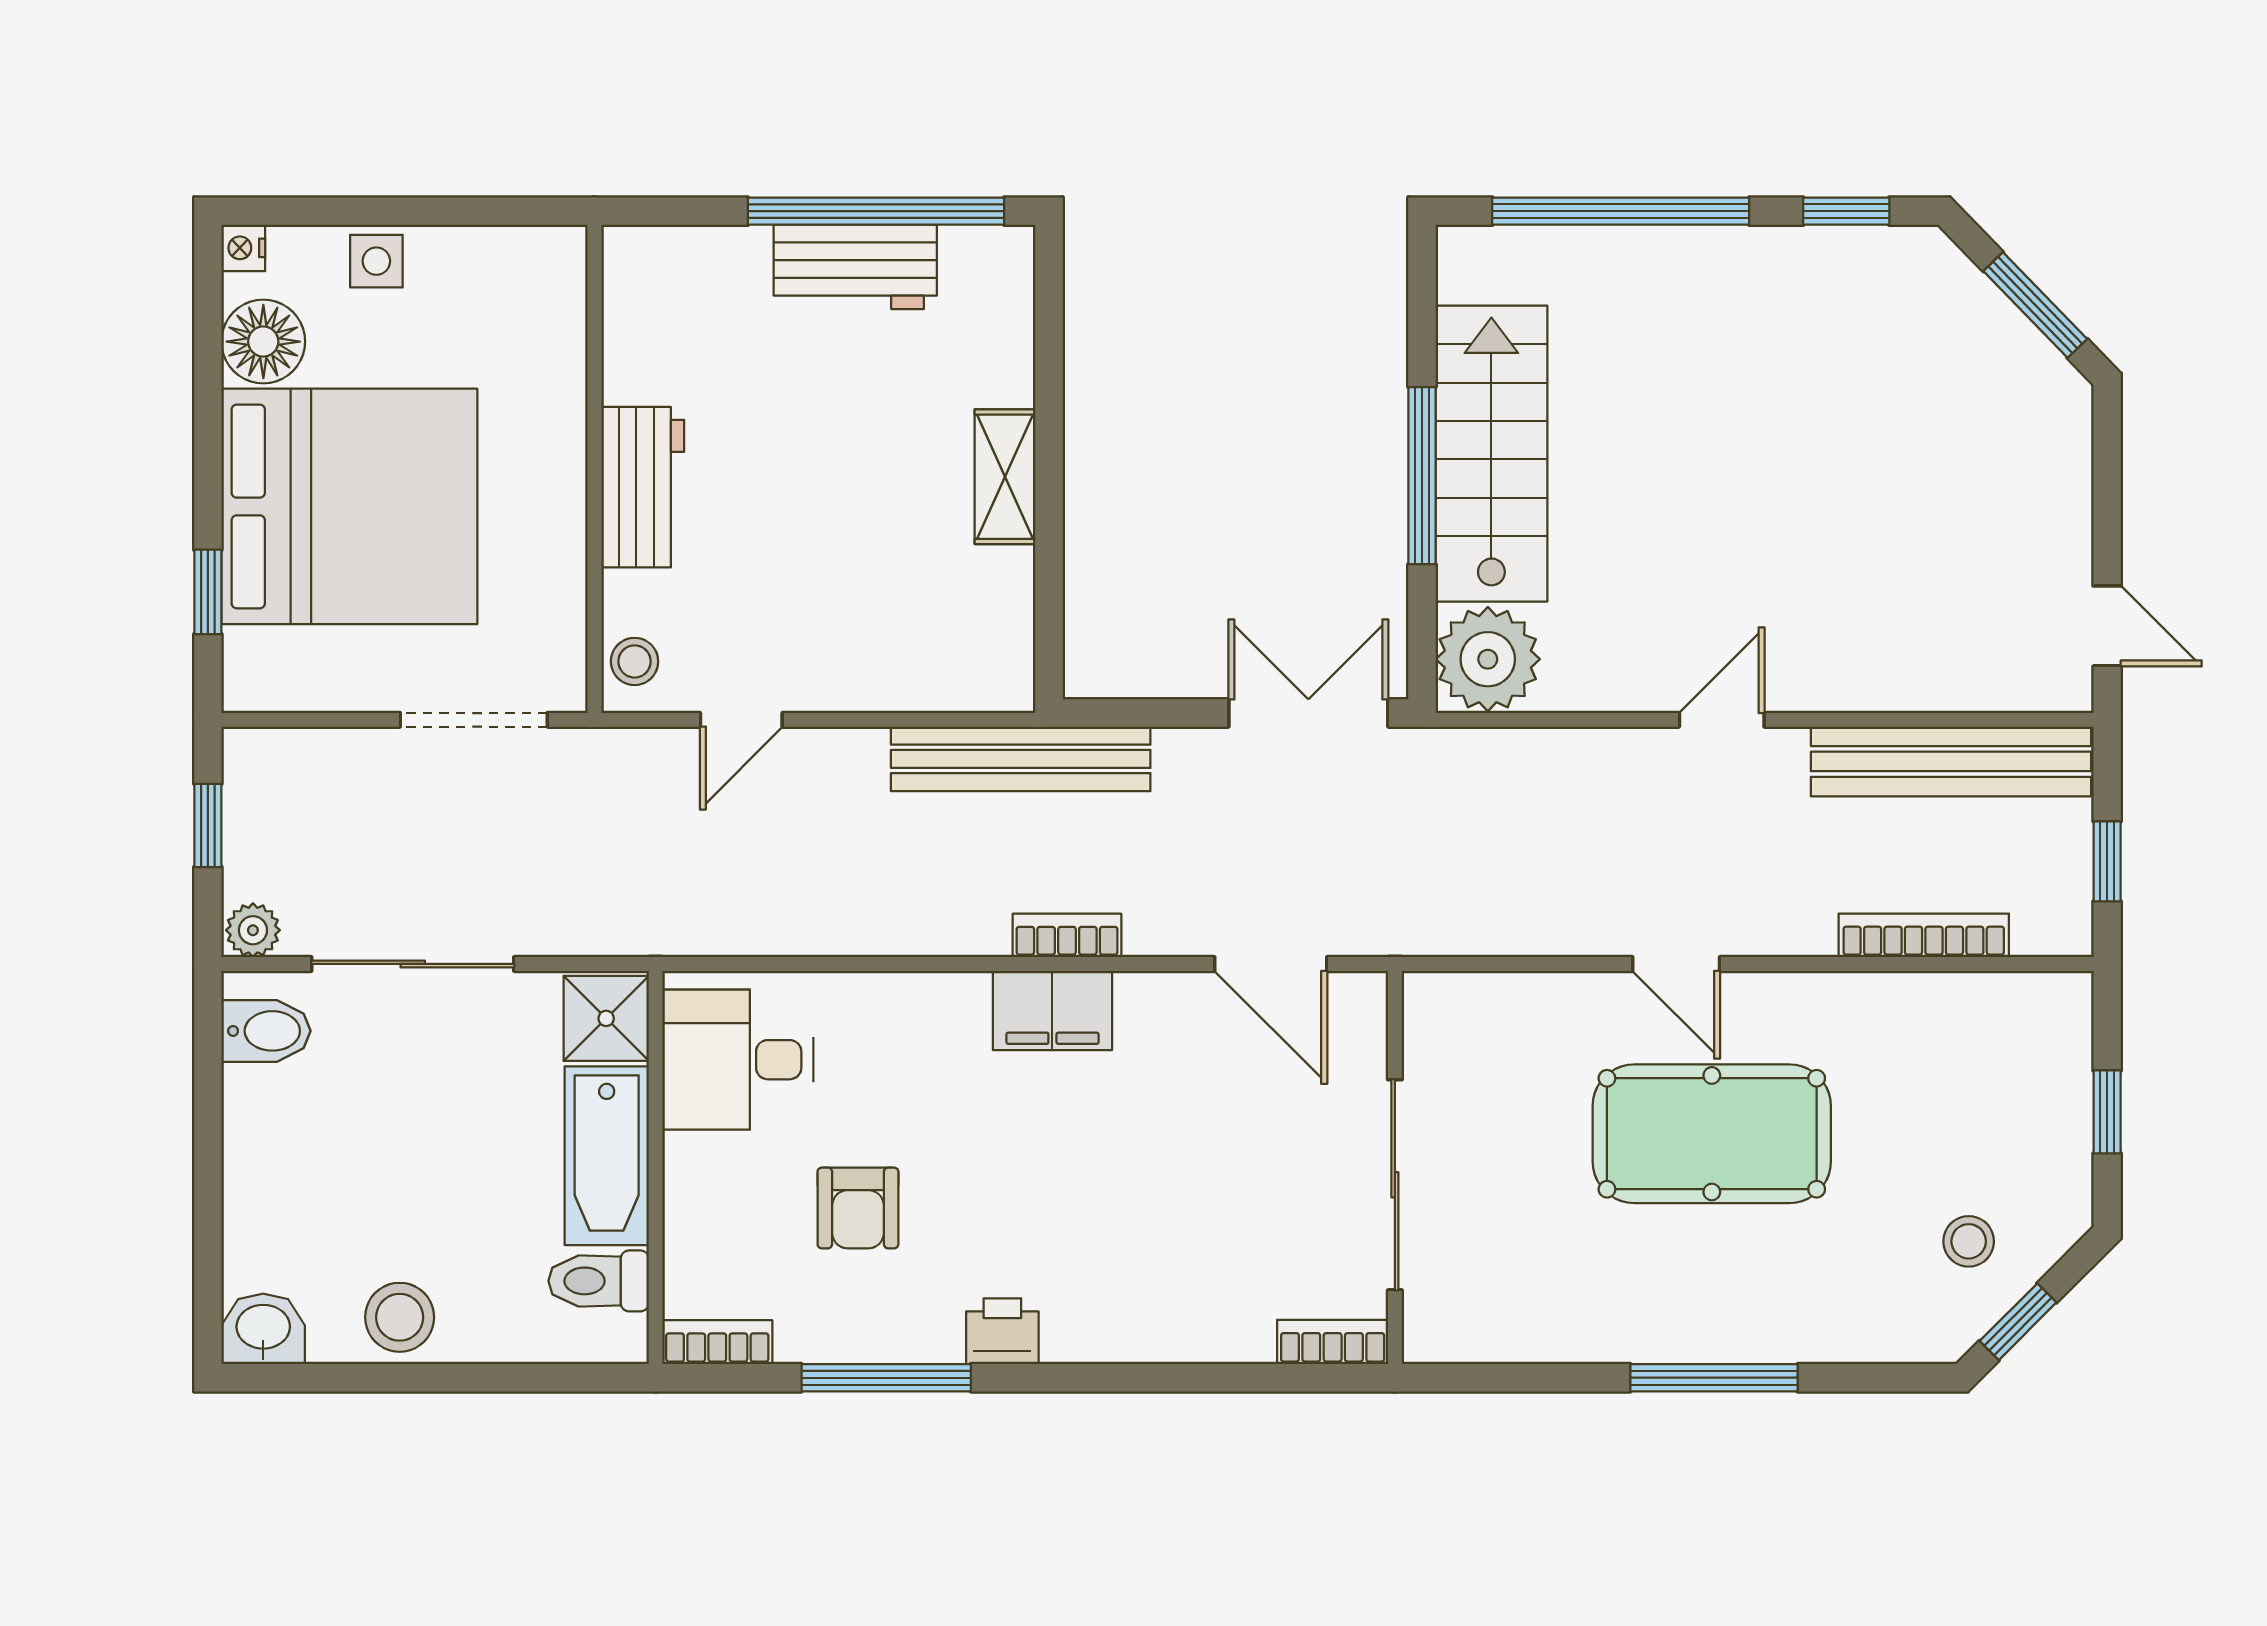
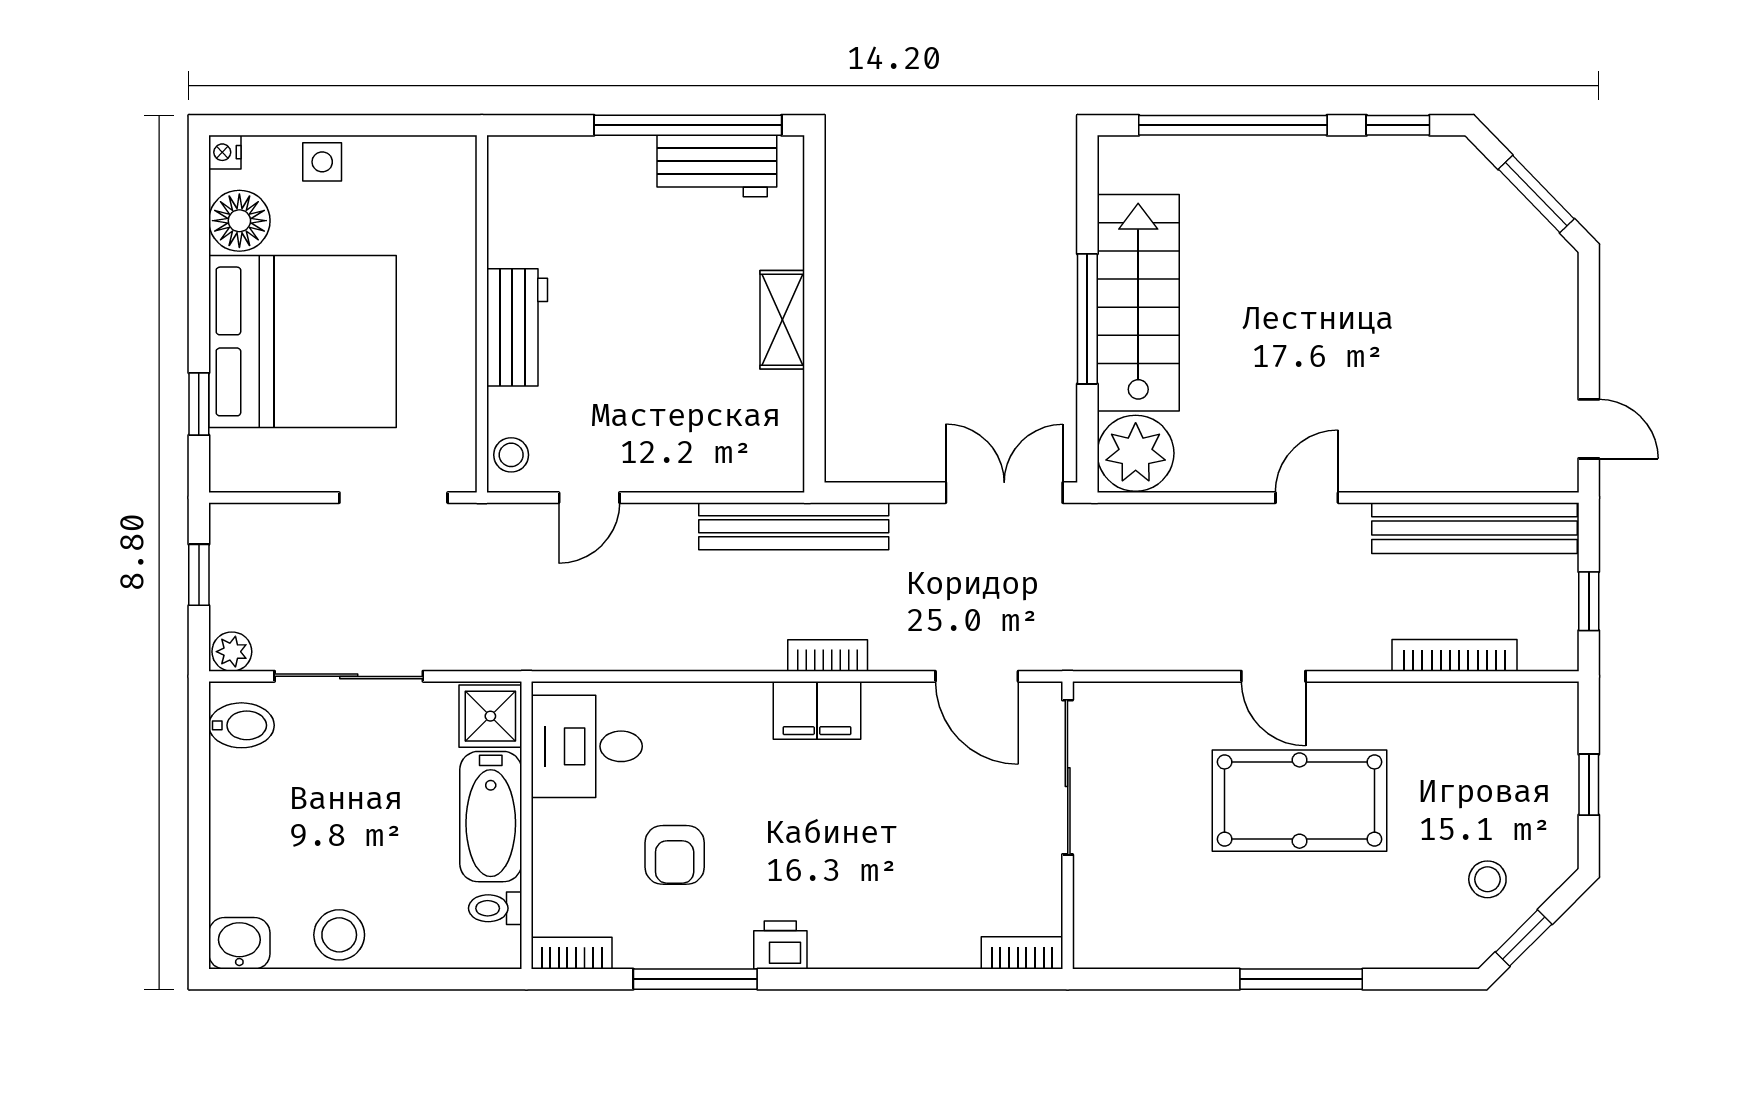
workbench: (855, 267) -> (717, 166), moved
sliding door: (1395, 1185) -> (1068, 777), moved
toilet: (599, 1281) -> (495, 908), width x0.73, depth x0.72

